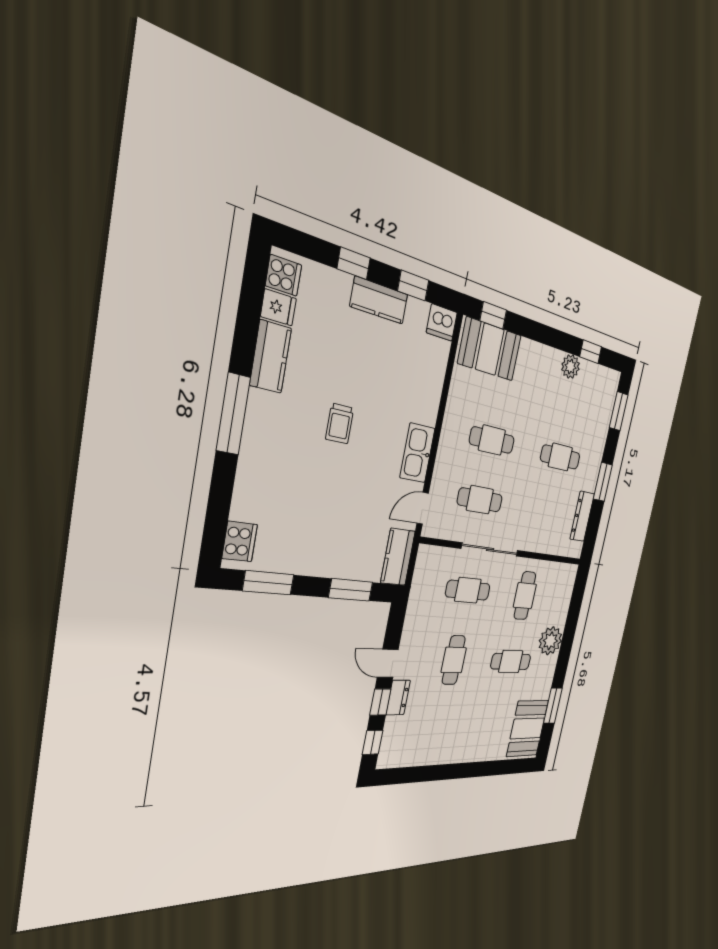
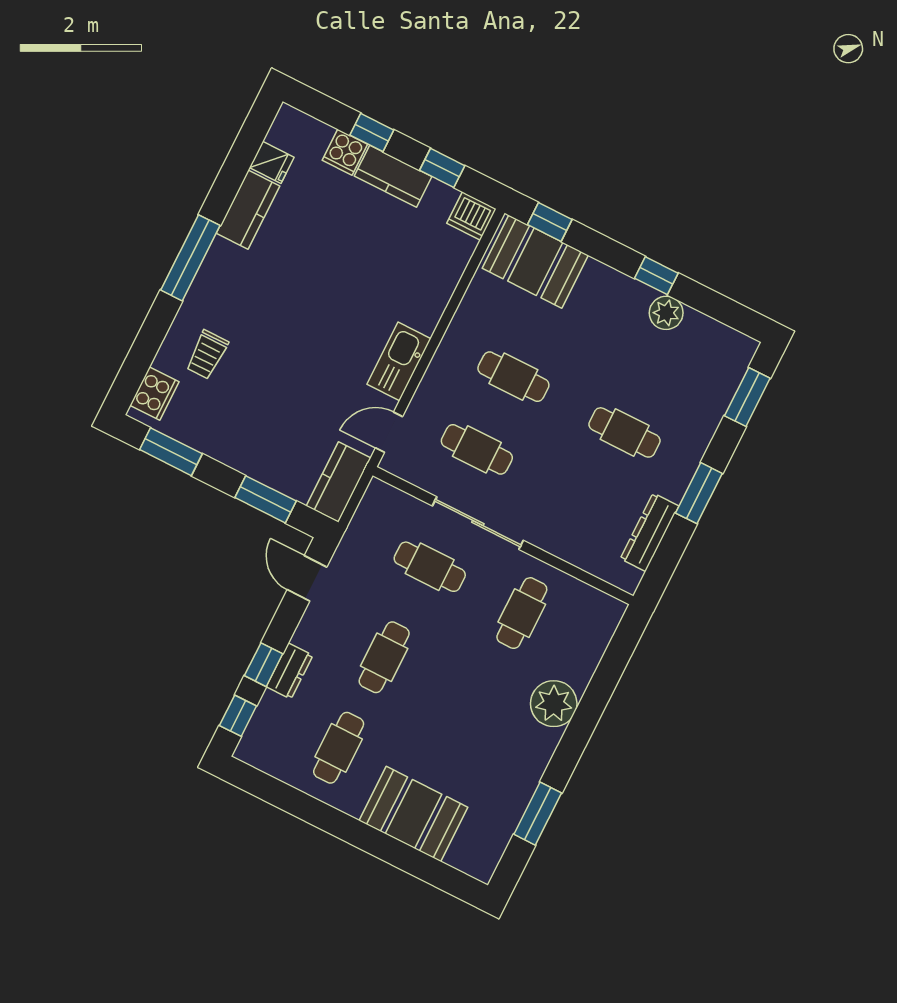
cooker: (284, 275) -> (345, 152), moved, turned 90
window: (591, 352) -> (656, 276), moved
trolley: (340, 424) -> (207, 355), moved
cafe table: (511, 662) -> (339, 748), moved, turned 90
door: (388, 663) -> (307, 578), moved
booth: (527, 728) -> (413, 814), moved, turned 90

